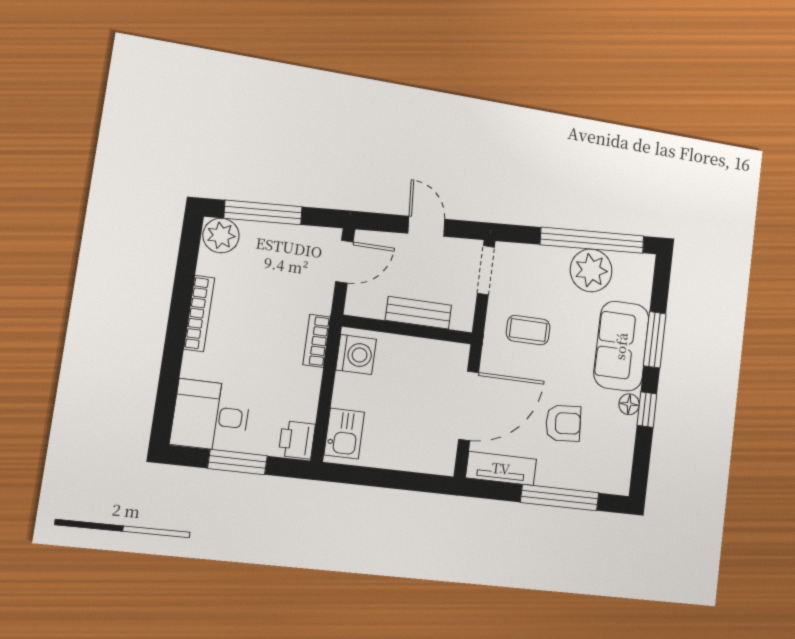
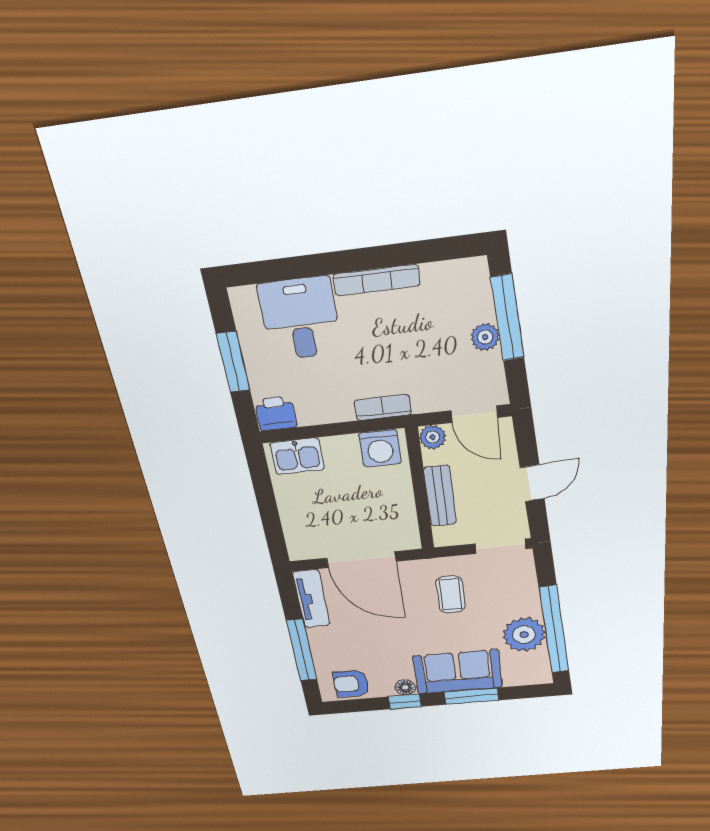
plant: (221, 236) -> (485, 337), moved, width x0.73, depth x0.73
plant: (357, 304) -> (433, 437), added
desk: (211, 416) -> (300, 319), moved
armchair: (563, 423) -> (351, 684), moved, turned 94

